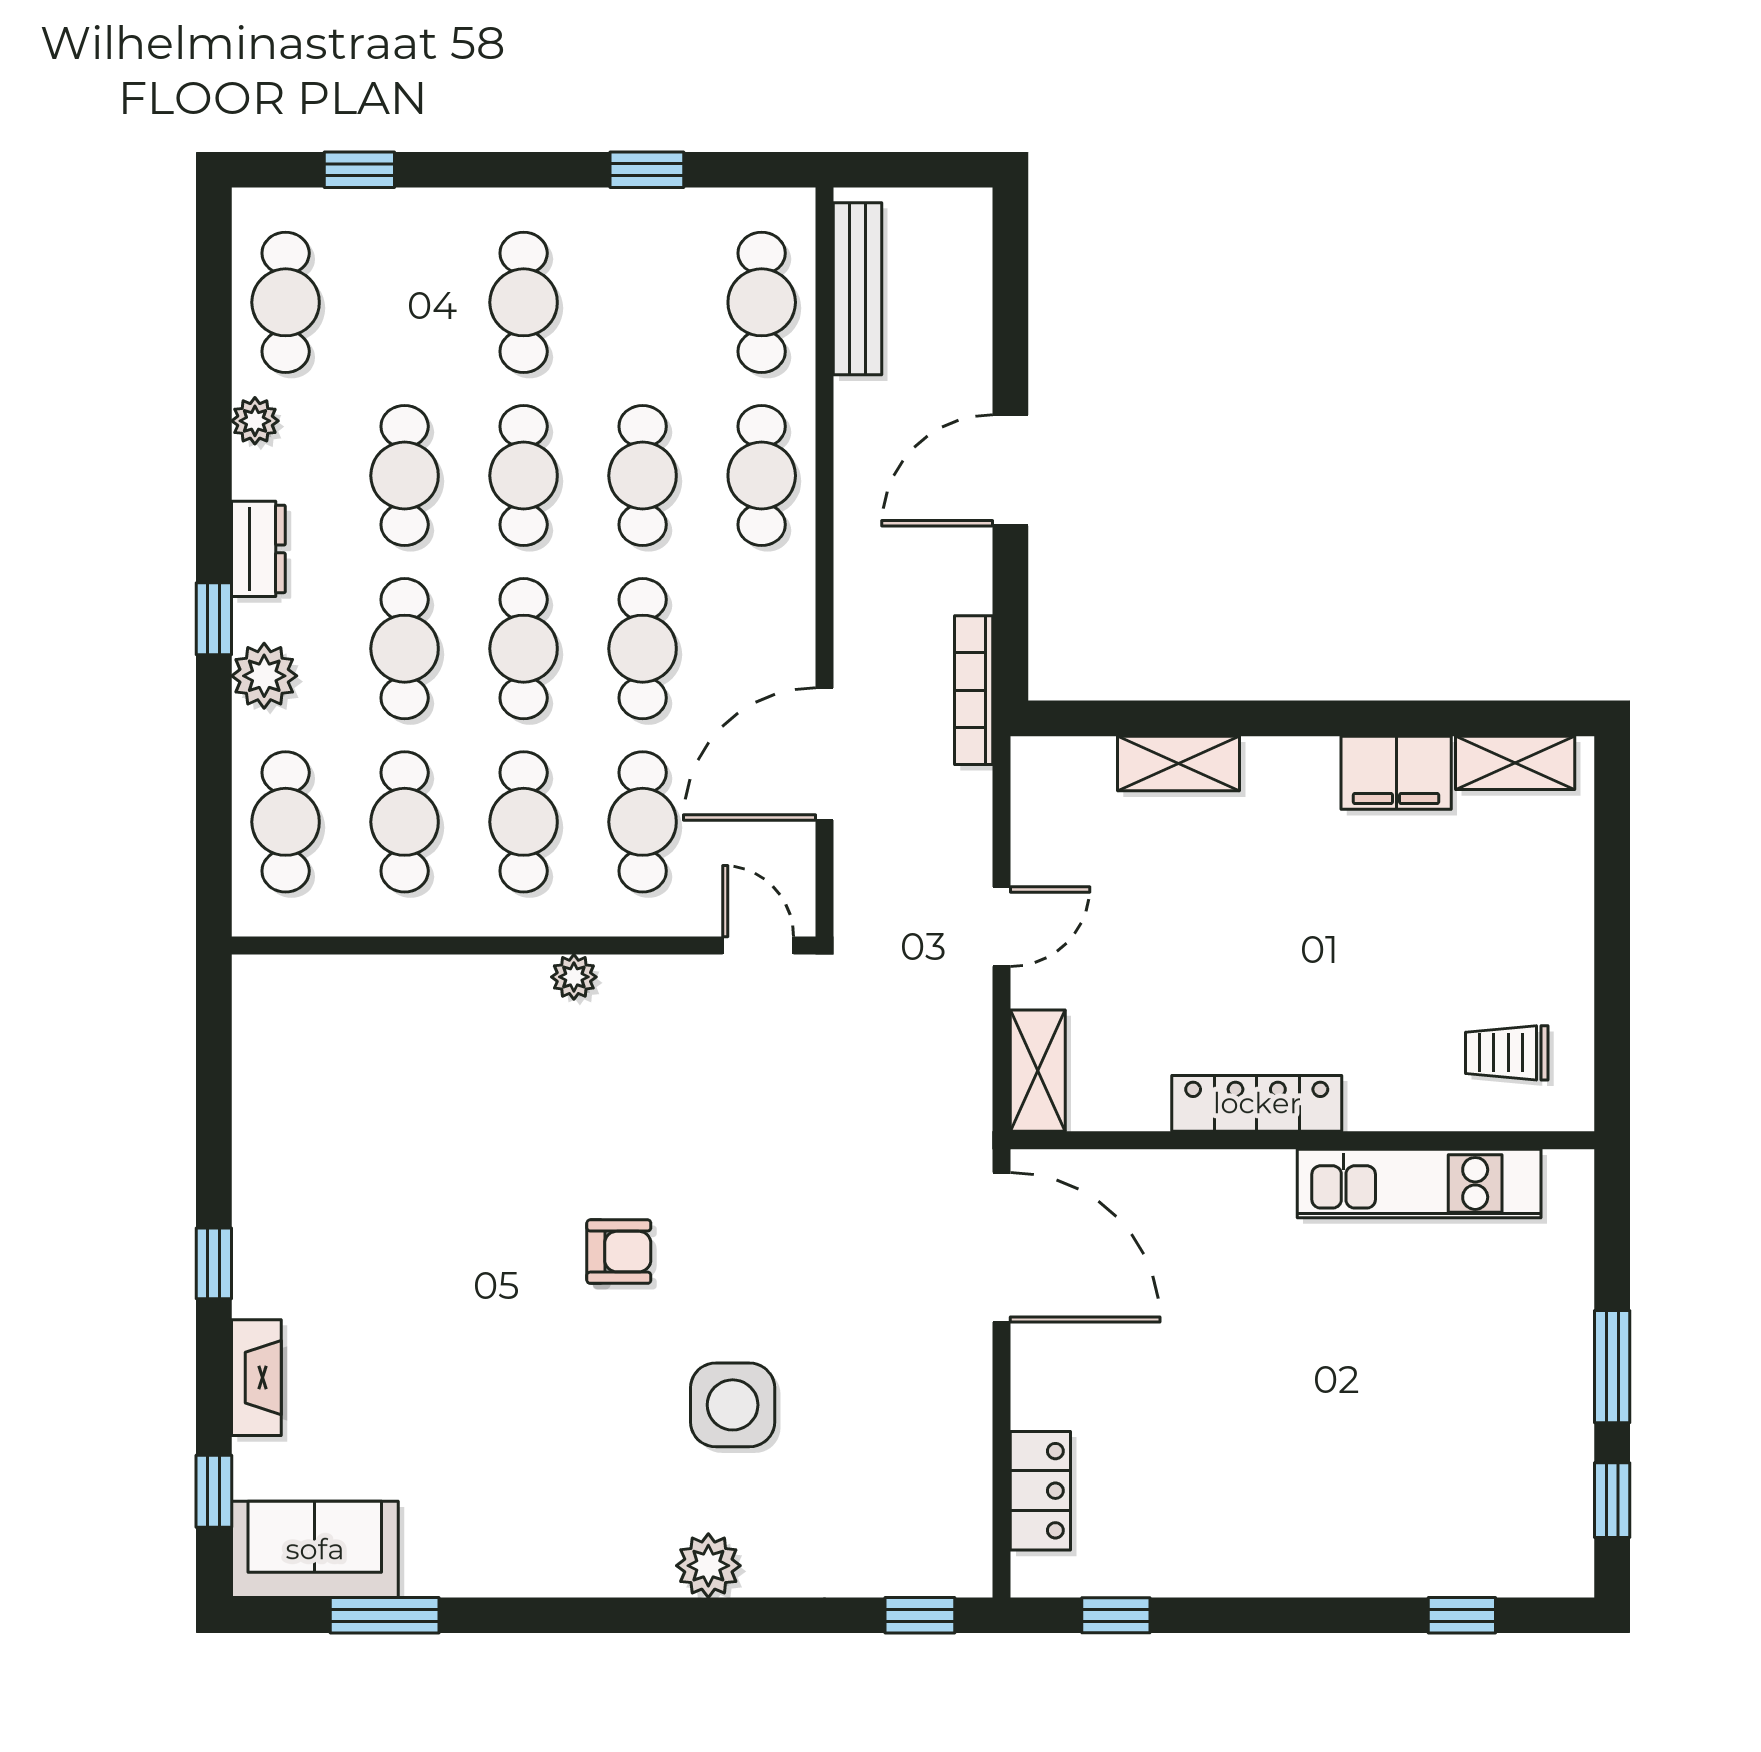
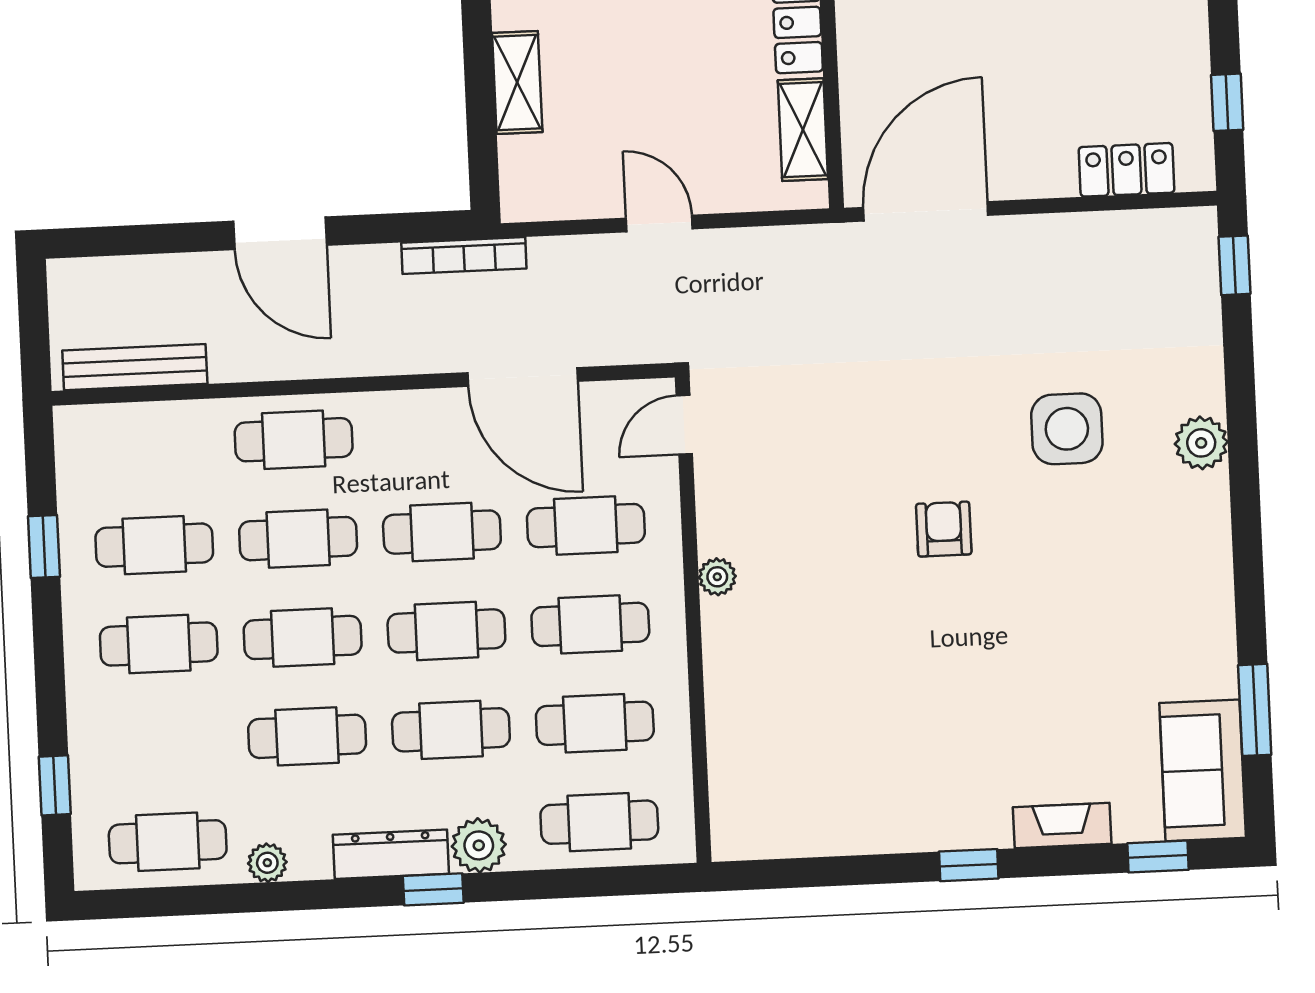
cafe table: (762, 302) -> (154, 545), moved
dresser: (258, 549) -> (391, 854), width x1.44
shelving: (1038, 1071) -> (803, 130), moved, turned 90

